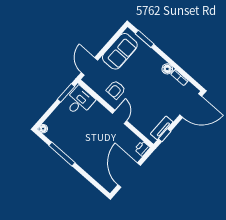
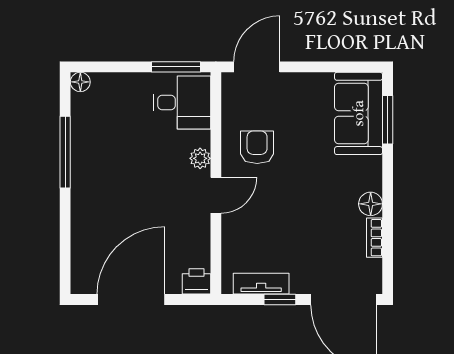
sofa: (120, 51) -> (359, 113), moved, turned 90
armchair: (116, 90) -> (257, 147), turned 90
plant: (103, 112) -> (200, 158), added
window: (165, 135) -> (280, 299), moved

